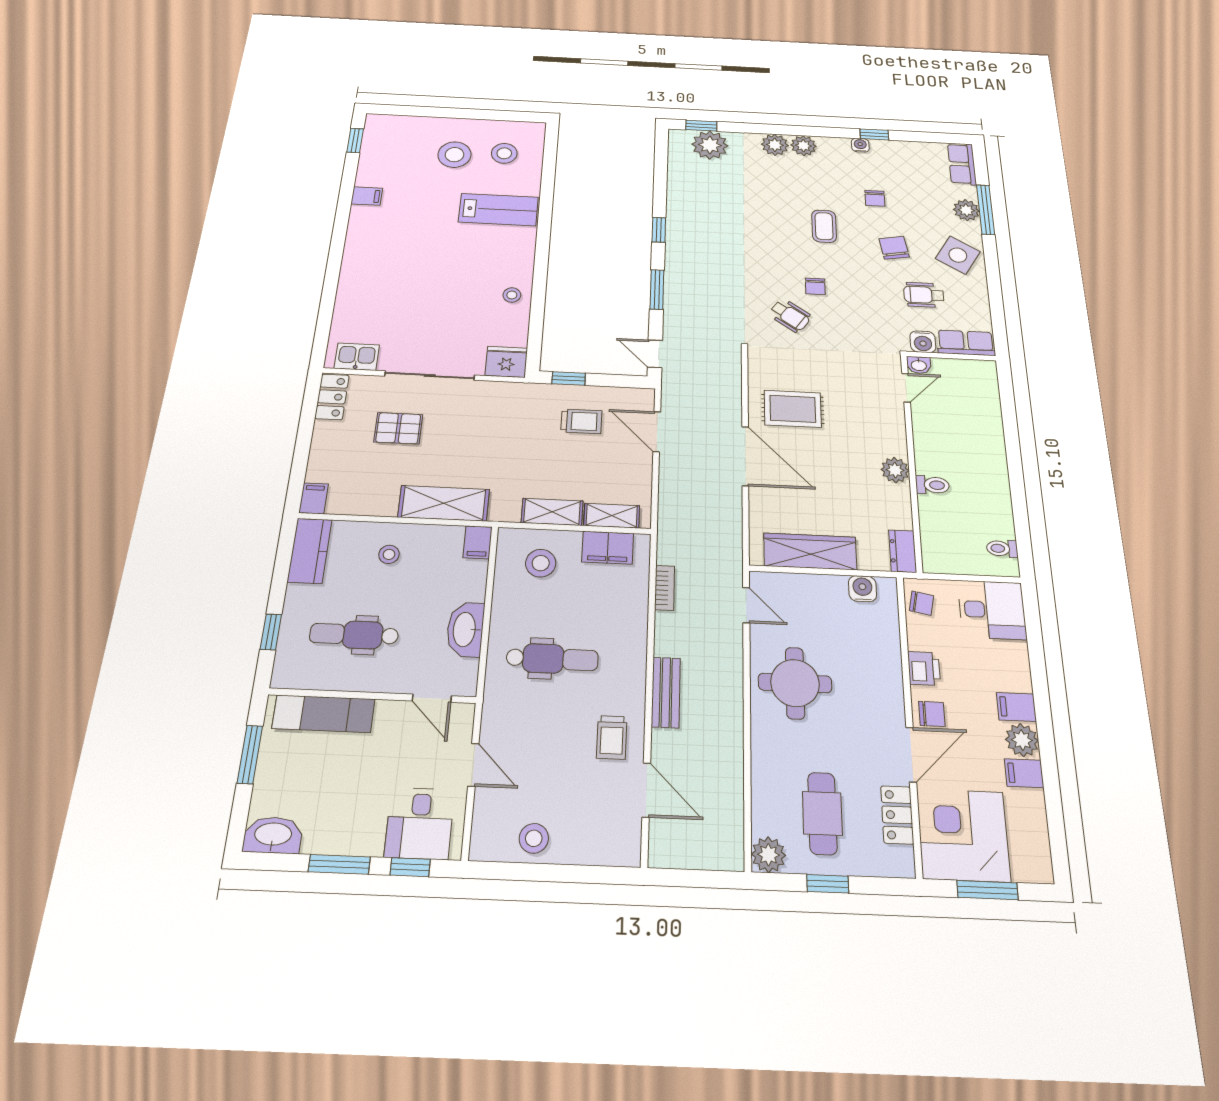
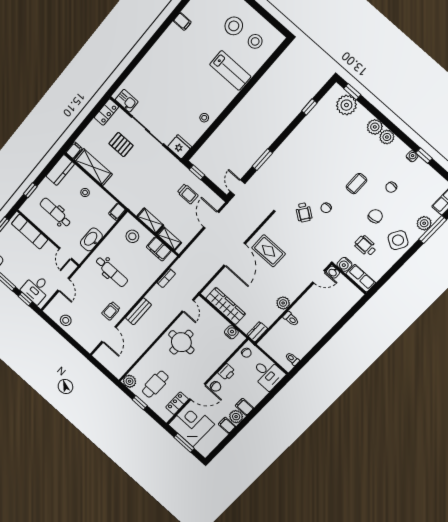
window: (659, 230) -> (309, 107), moved
shelving: (444, 503) -> (93, 167), moved

